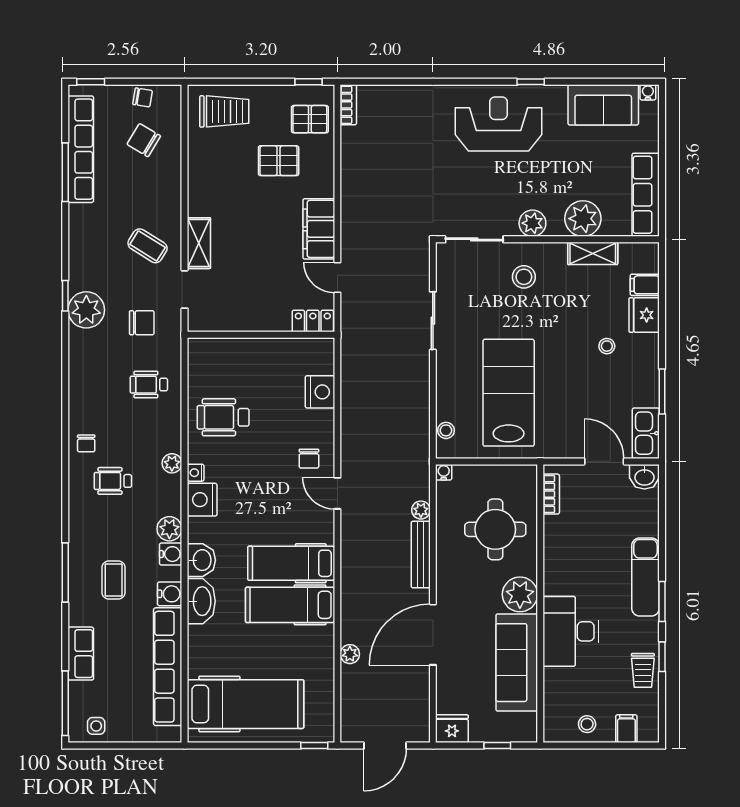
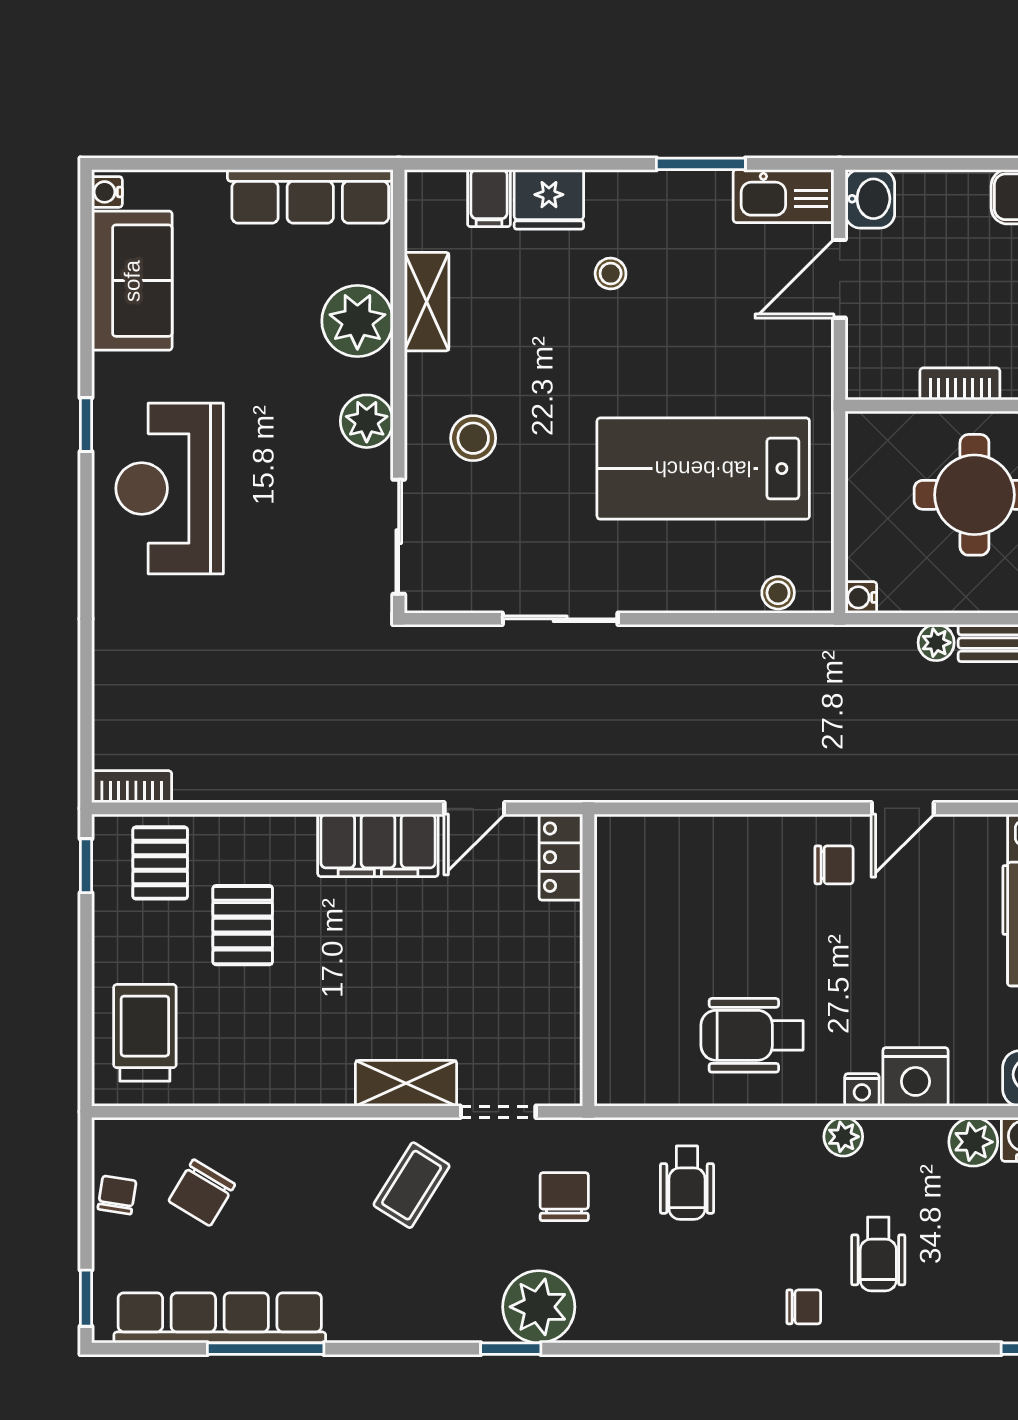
nightstand: (320, 392) -> (701, 843), removed
wheelchair: (223, 417) -> (752, 1035), turned 90
bookcase: (551, 494) -> (960, 384), moved

